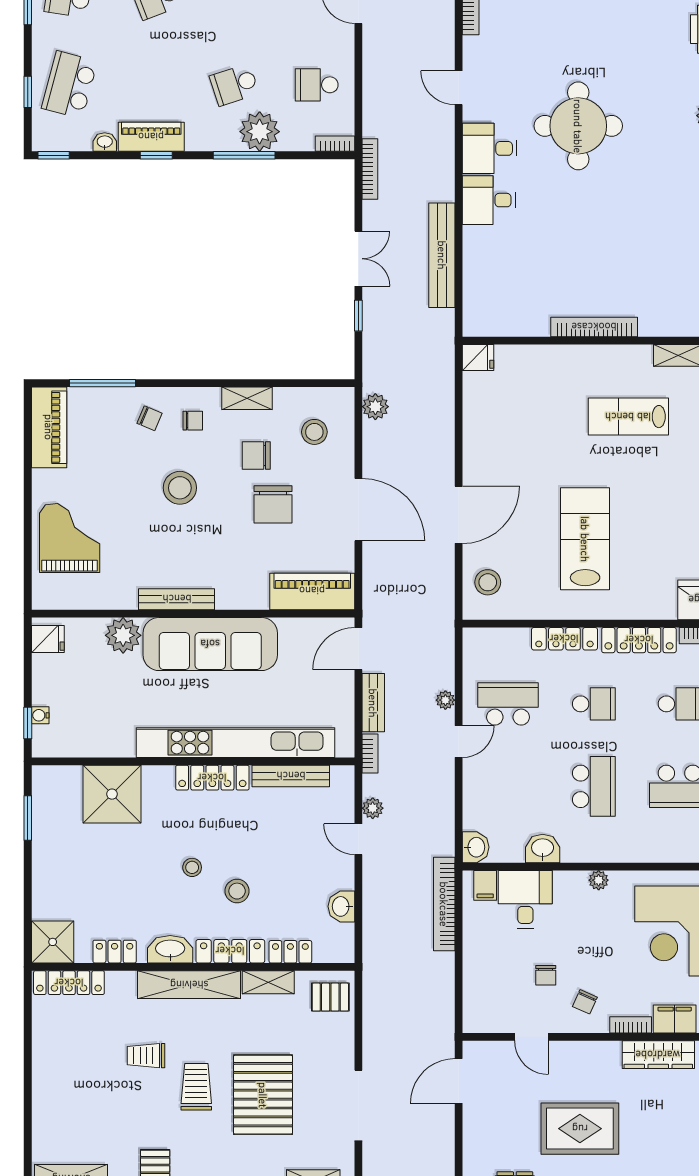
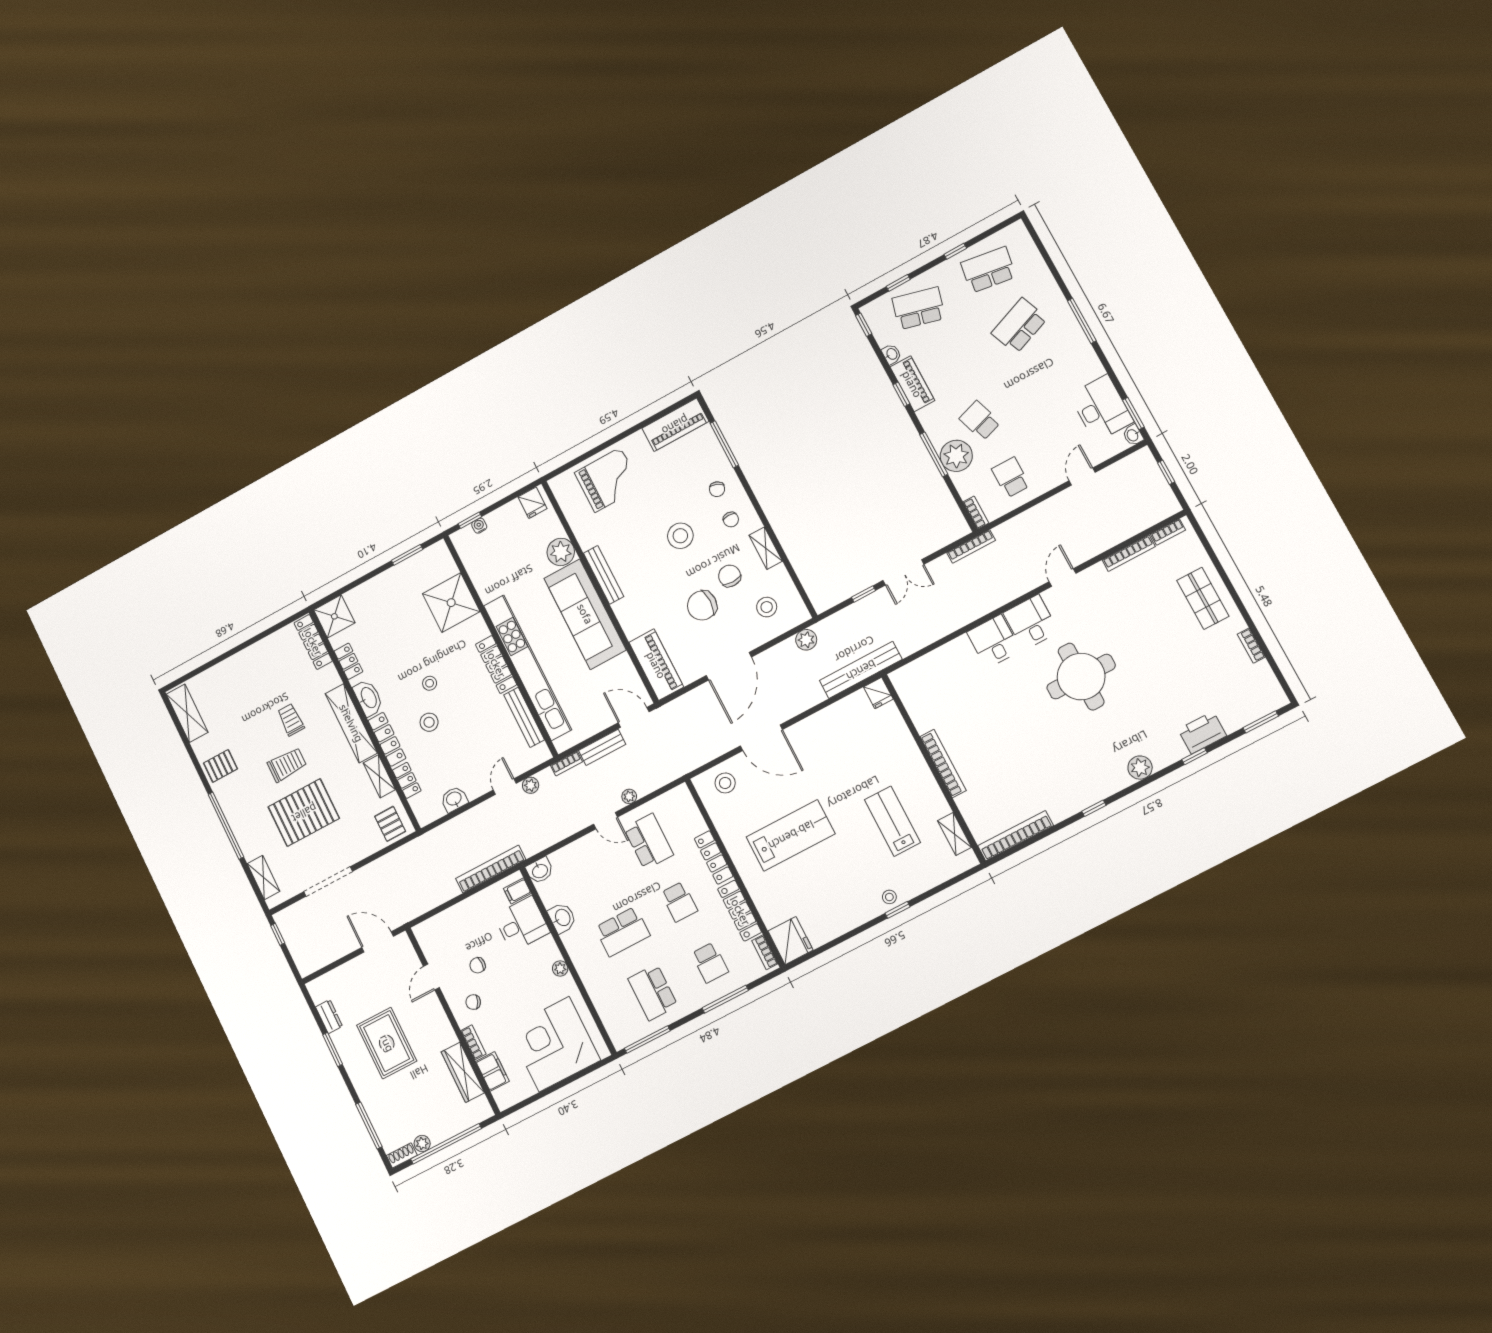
bench: (442, 255) -> (861, 670), moved

